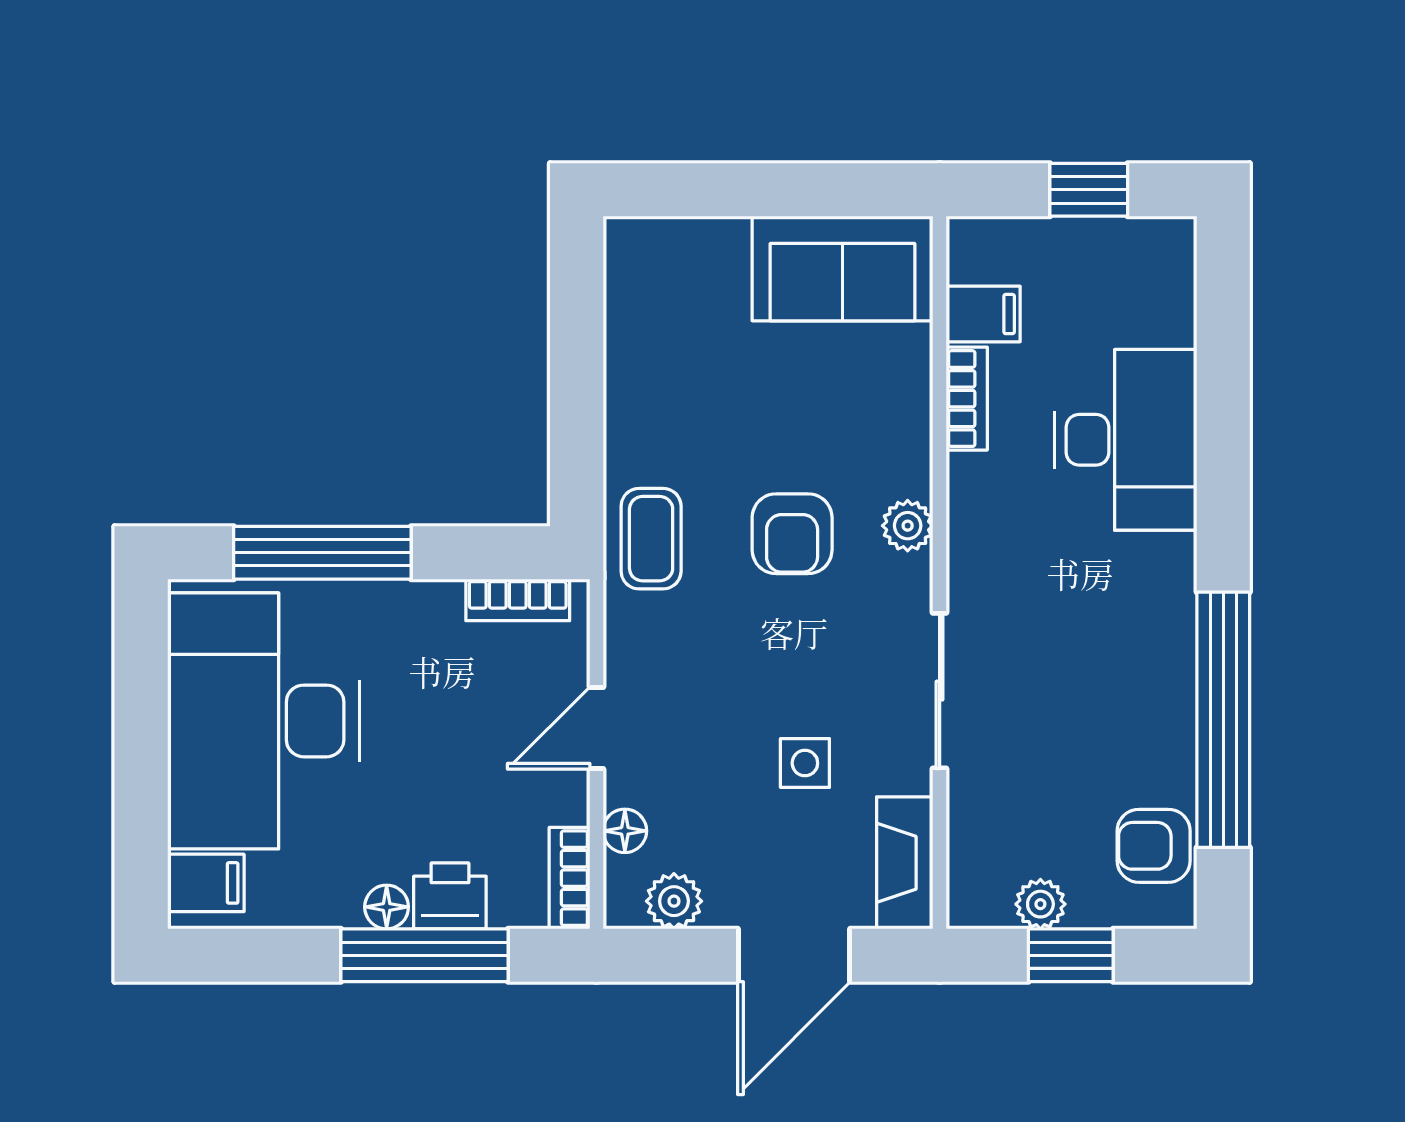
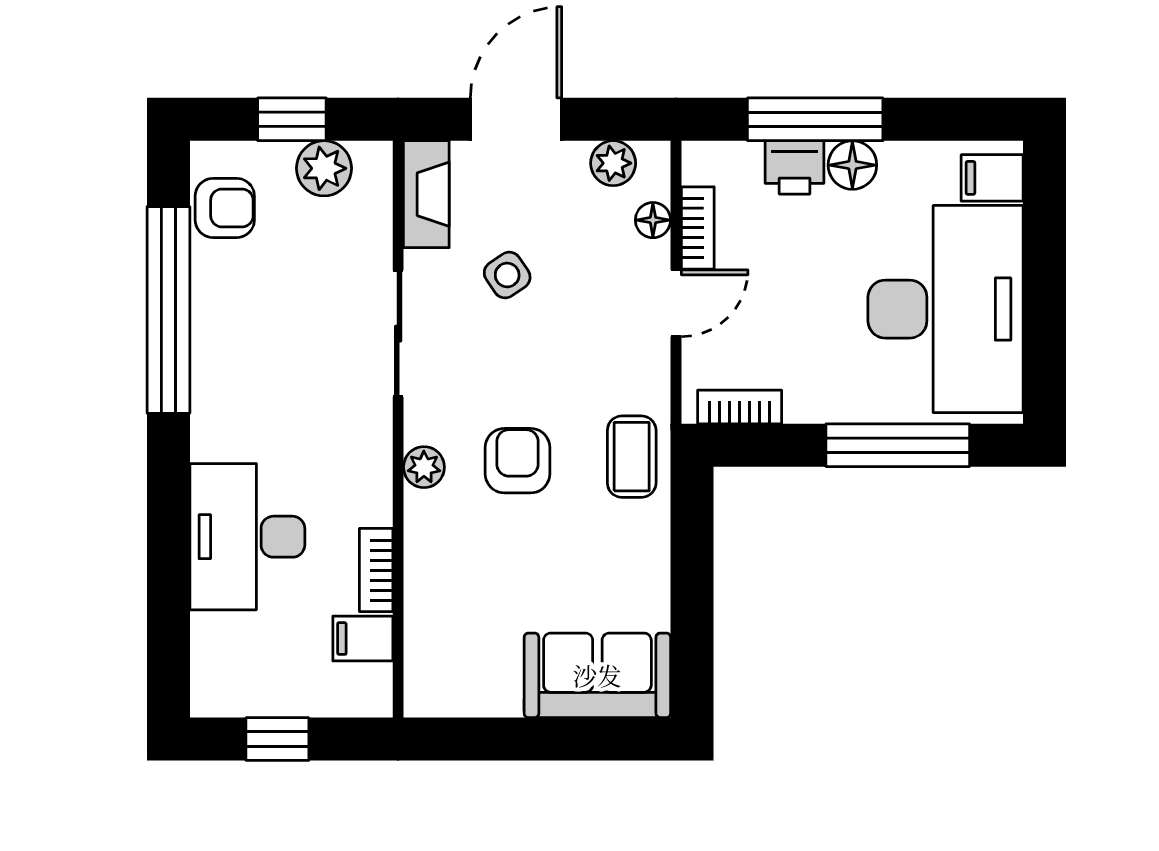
sofa: (843, 269) -> (597, 675), moved
side table: (805, 763) -> (507, 275), turned -34
bookcase: (570, 878) -> (698, 228), moved
plant: (1040, 904) -> (324, 168), width x1.38, depth x1.38
floor lamp: (387, 907) -> (852, 165), width x1.37, depth x1.37

